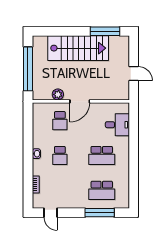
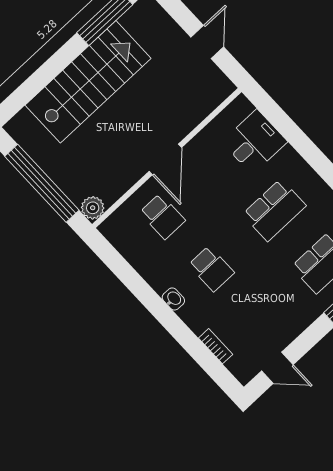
door: (134, 74) -> (207, 42), hinge flipped
plant: (58, 94) -> (93, 208), moved

